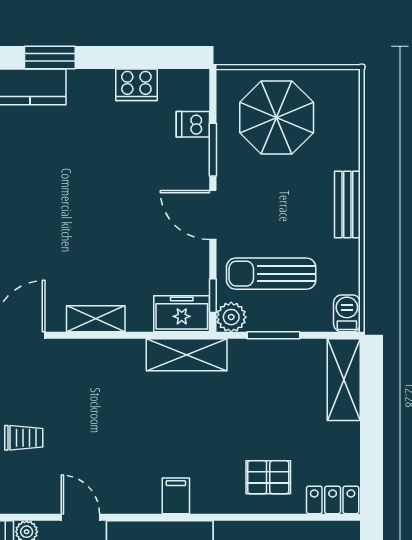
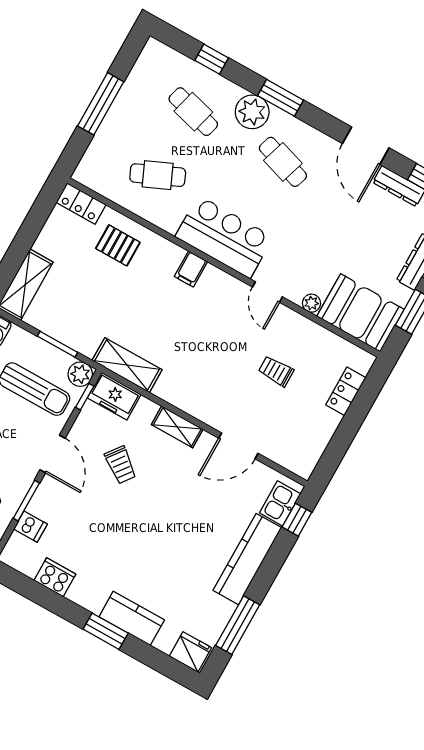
trolley: (134, 244) -> (121, 465), added

